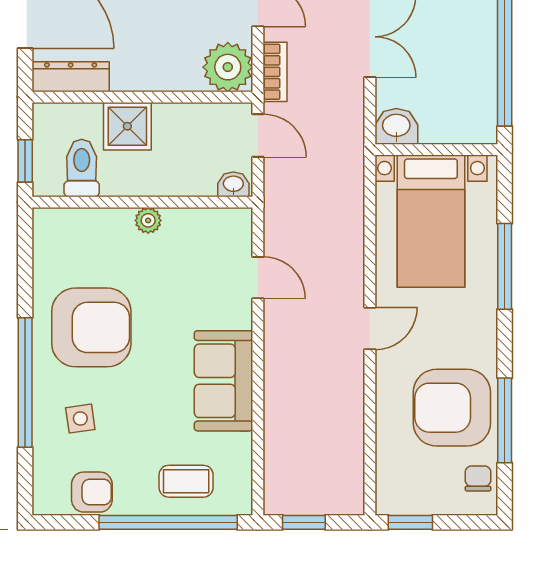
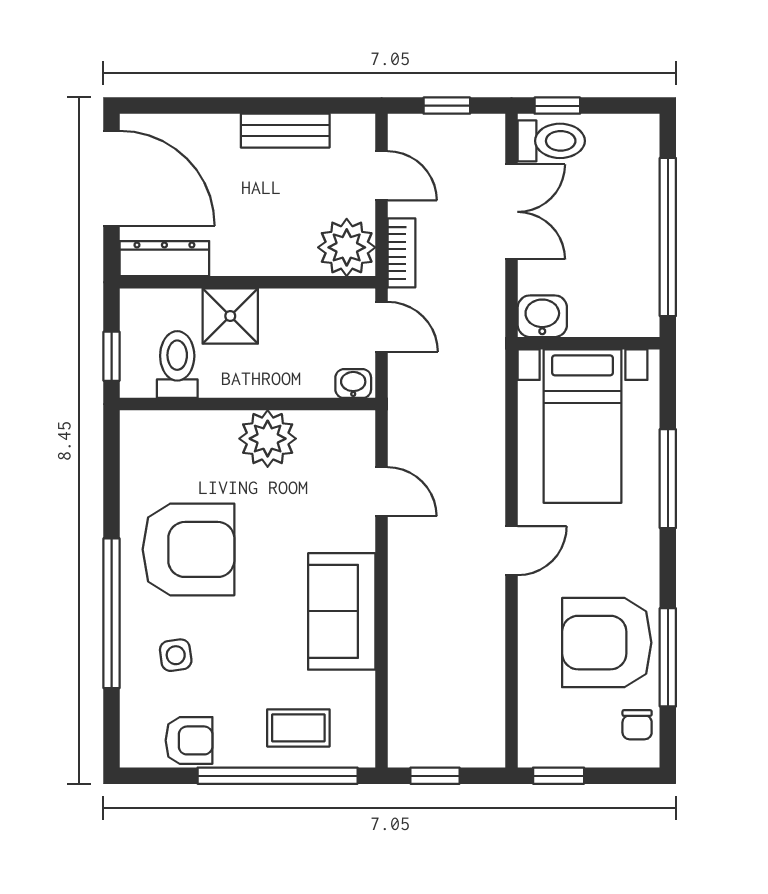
plant: (148, 220) -> (268, 439), width x1.88, depth x1.88
chair: (478, 478) -> (637, 725), turned 180

